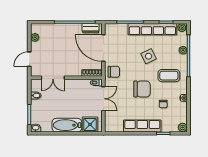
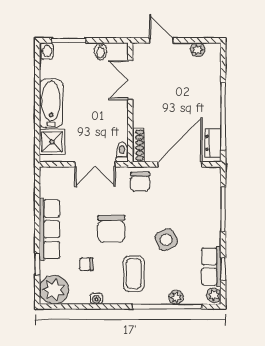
row of seats: (152, 29) -> (211, 267), width x0.50
plant: (183, 127) -> (54, 290), width x1.88, depth x1.88

